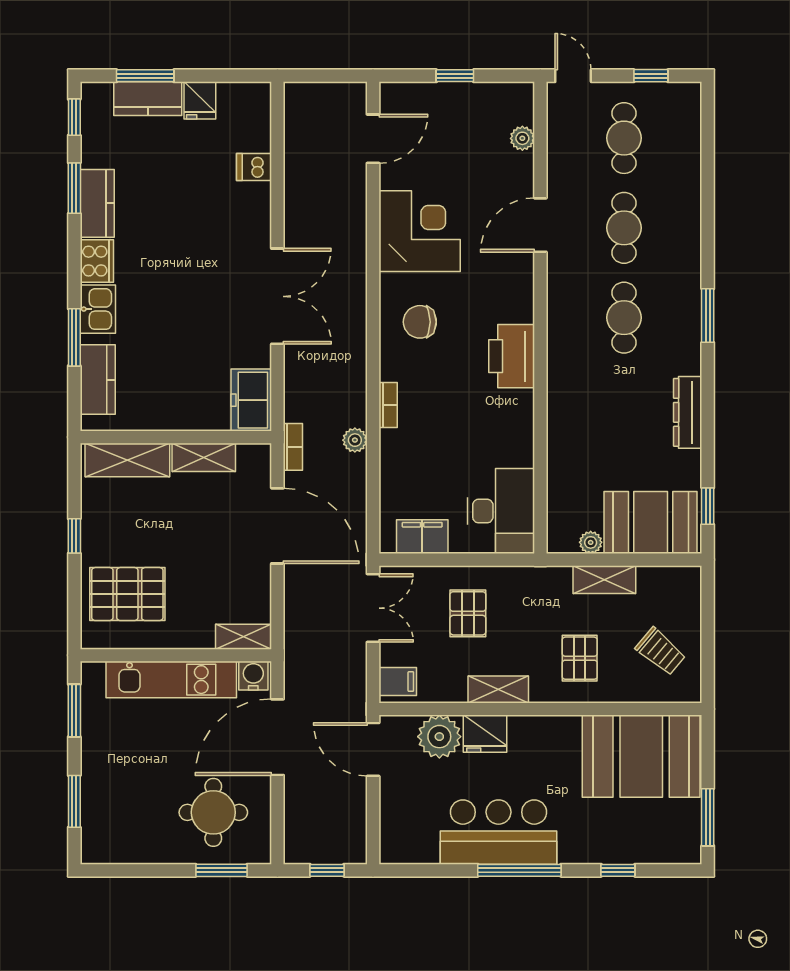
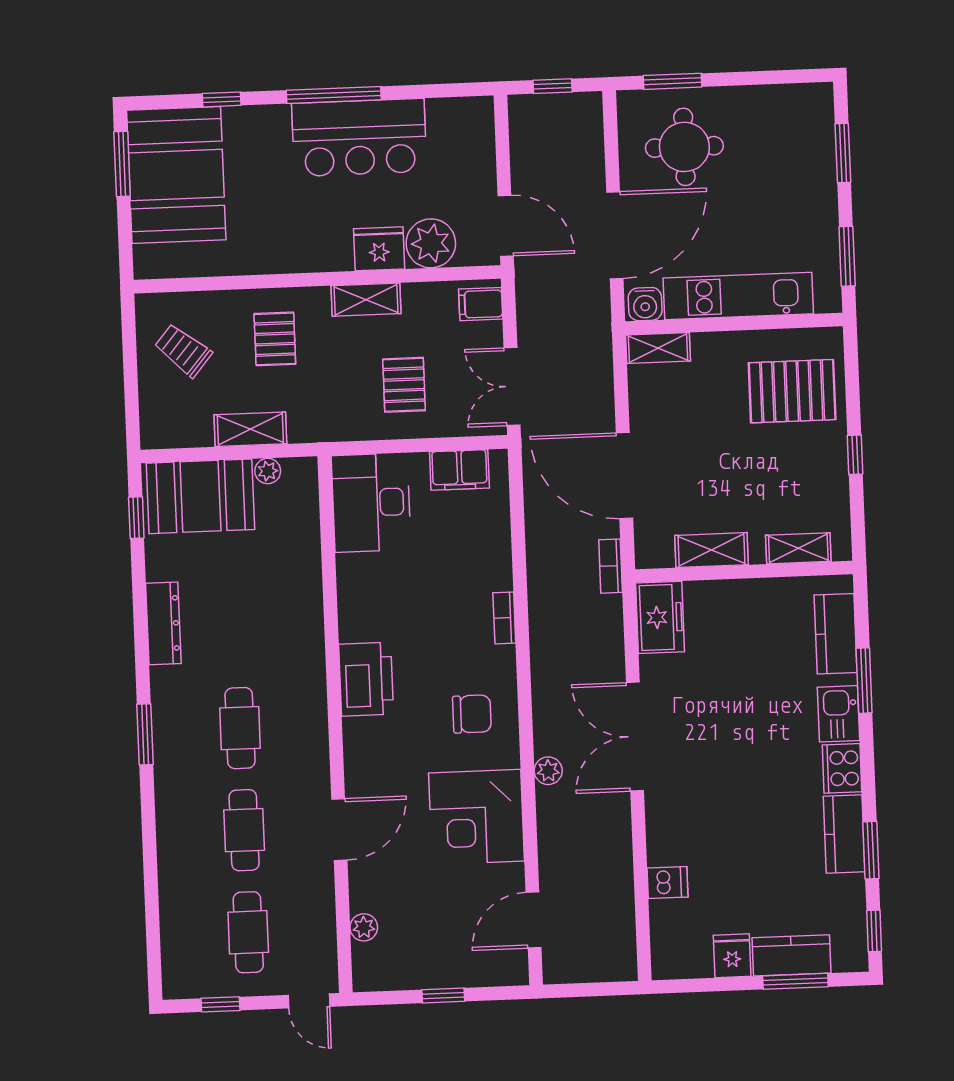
plant: (355, 440) -> (548, 771), moved
shelving: (127, 460) -> (798, 548), width x0.67, depth x0.75
booth: (641, 756) -> (176, 175), moved, turned 90

